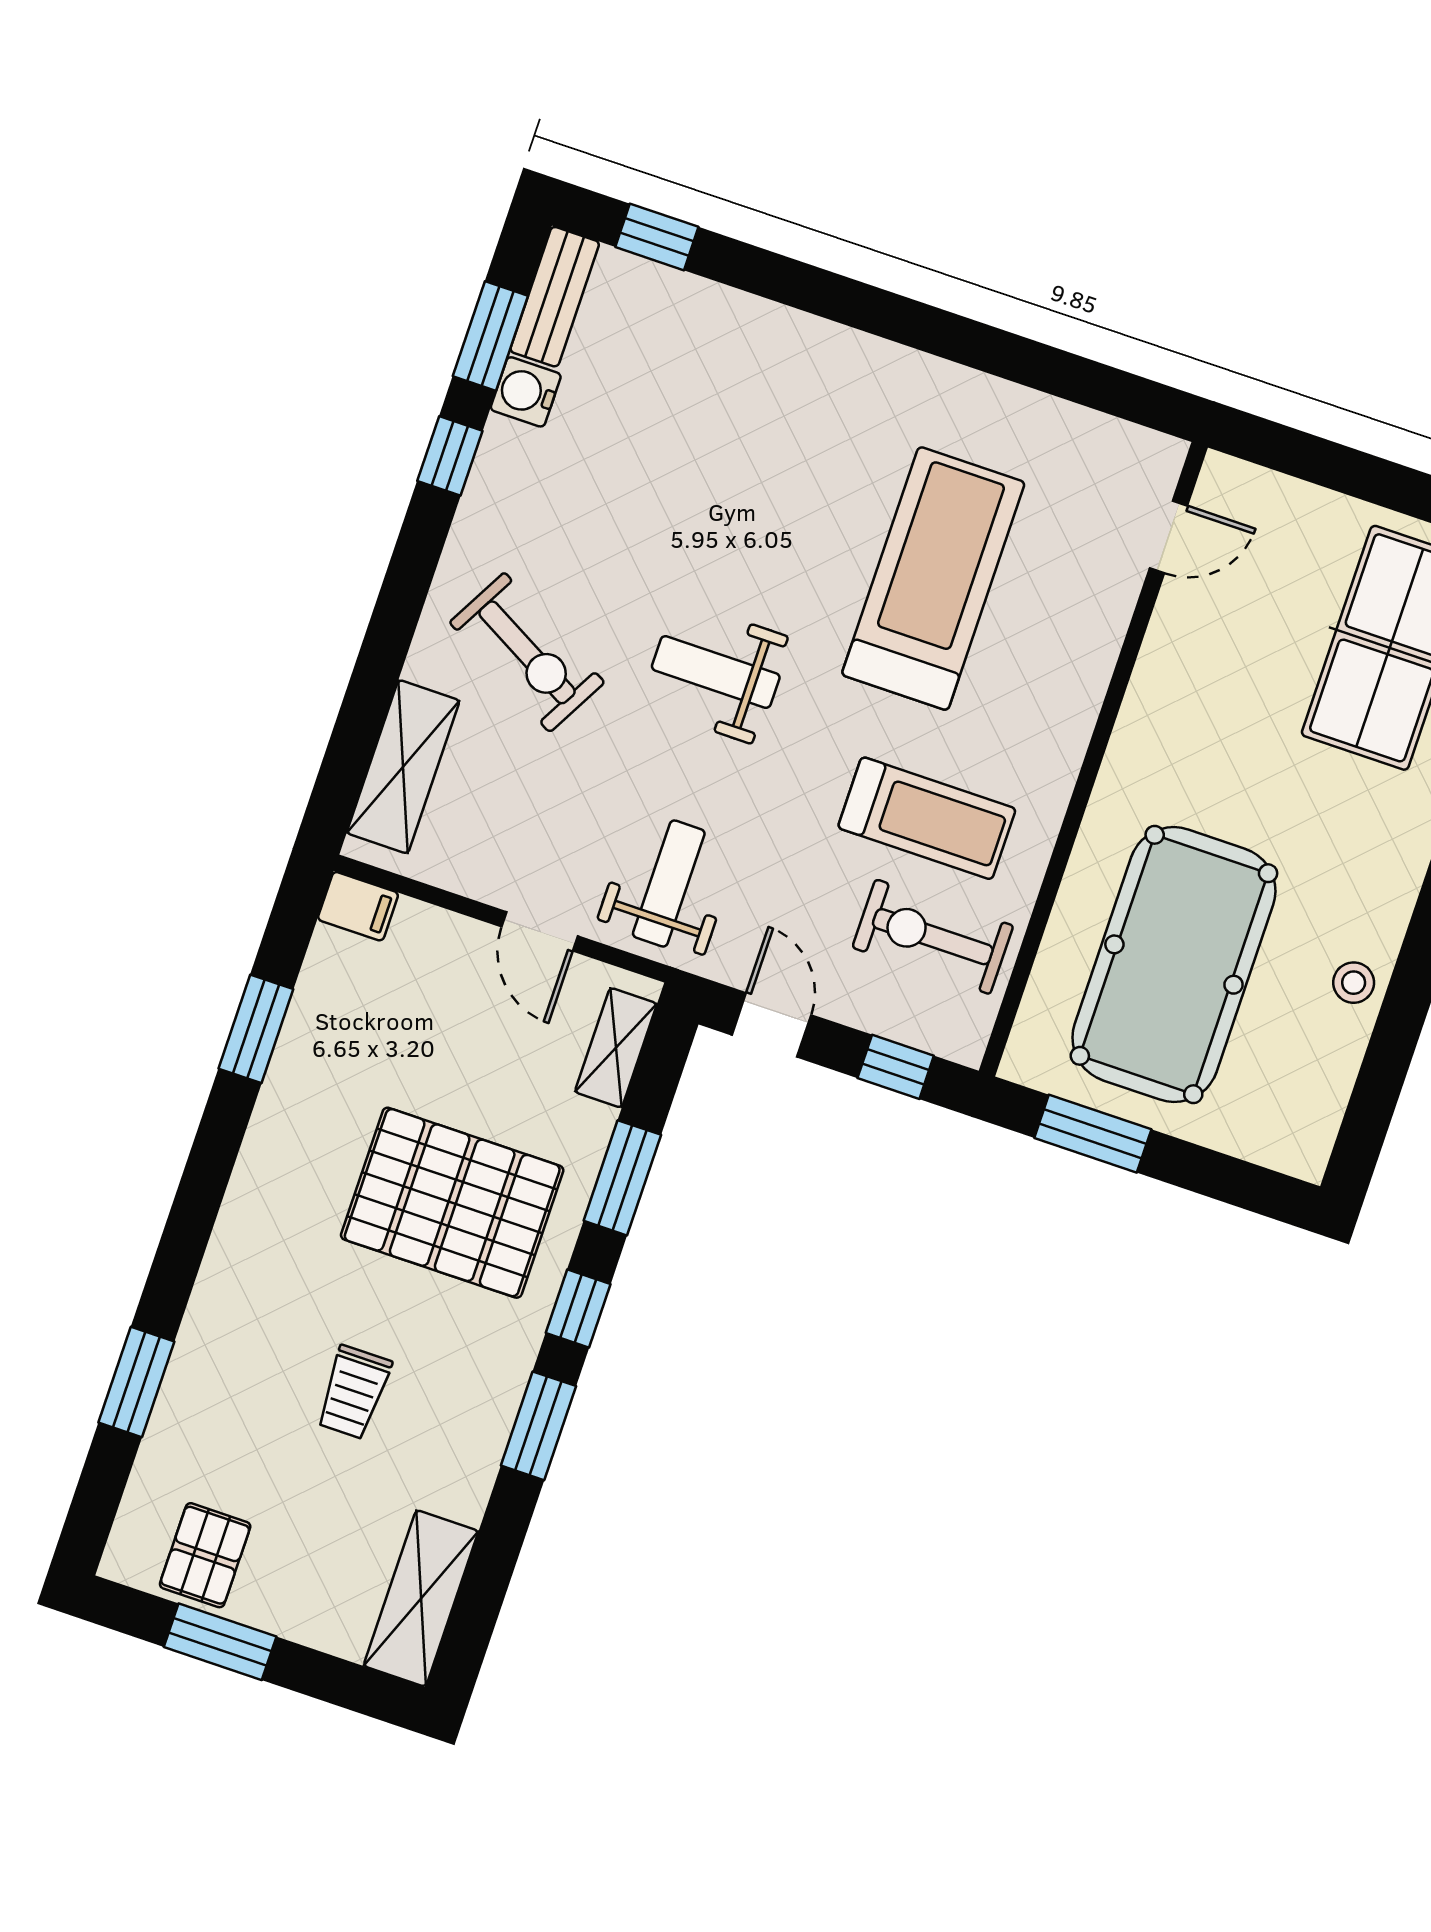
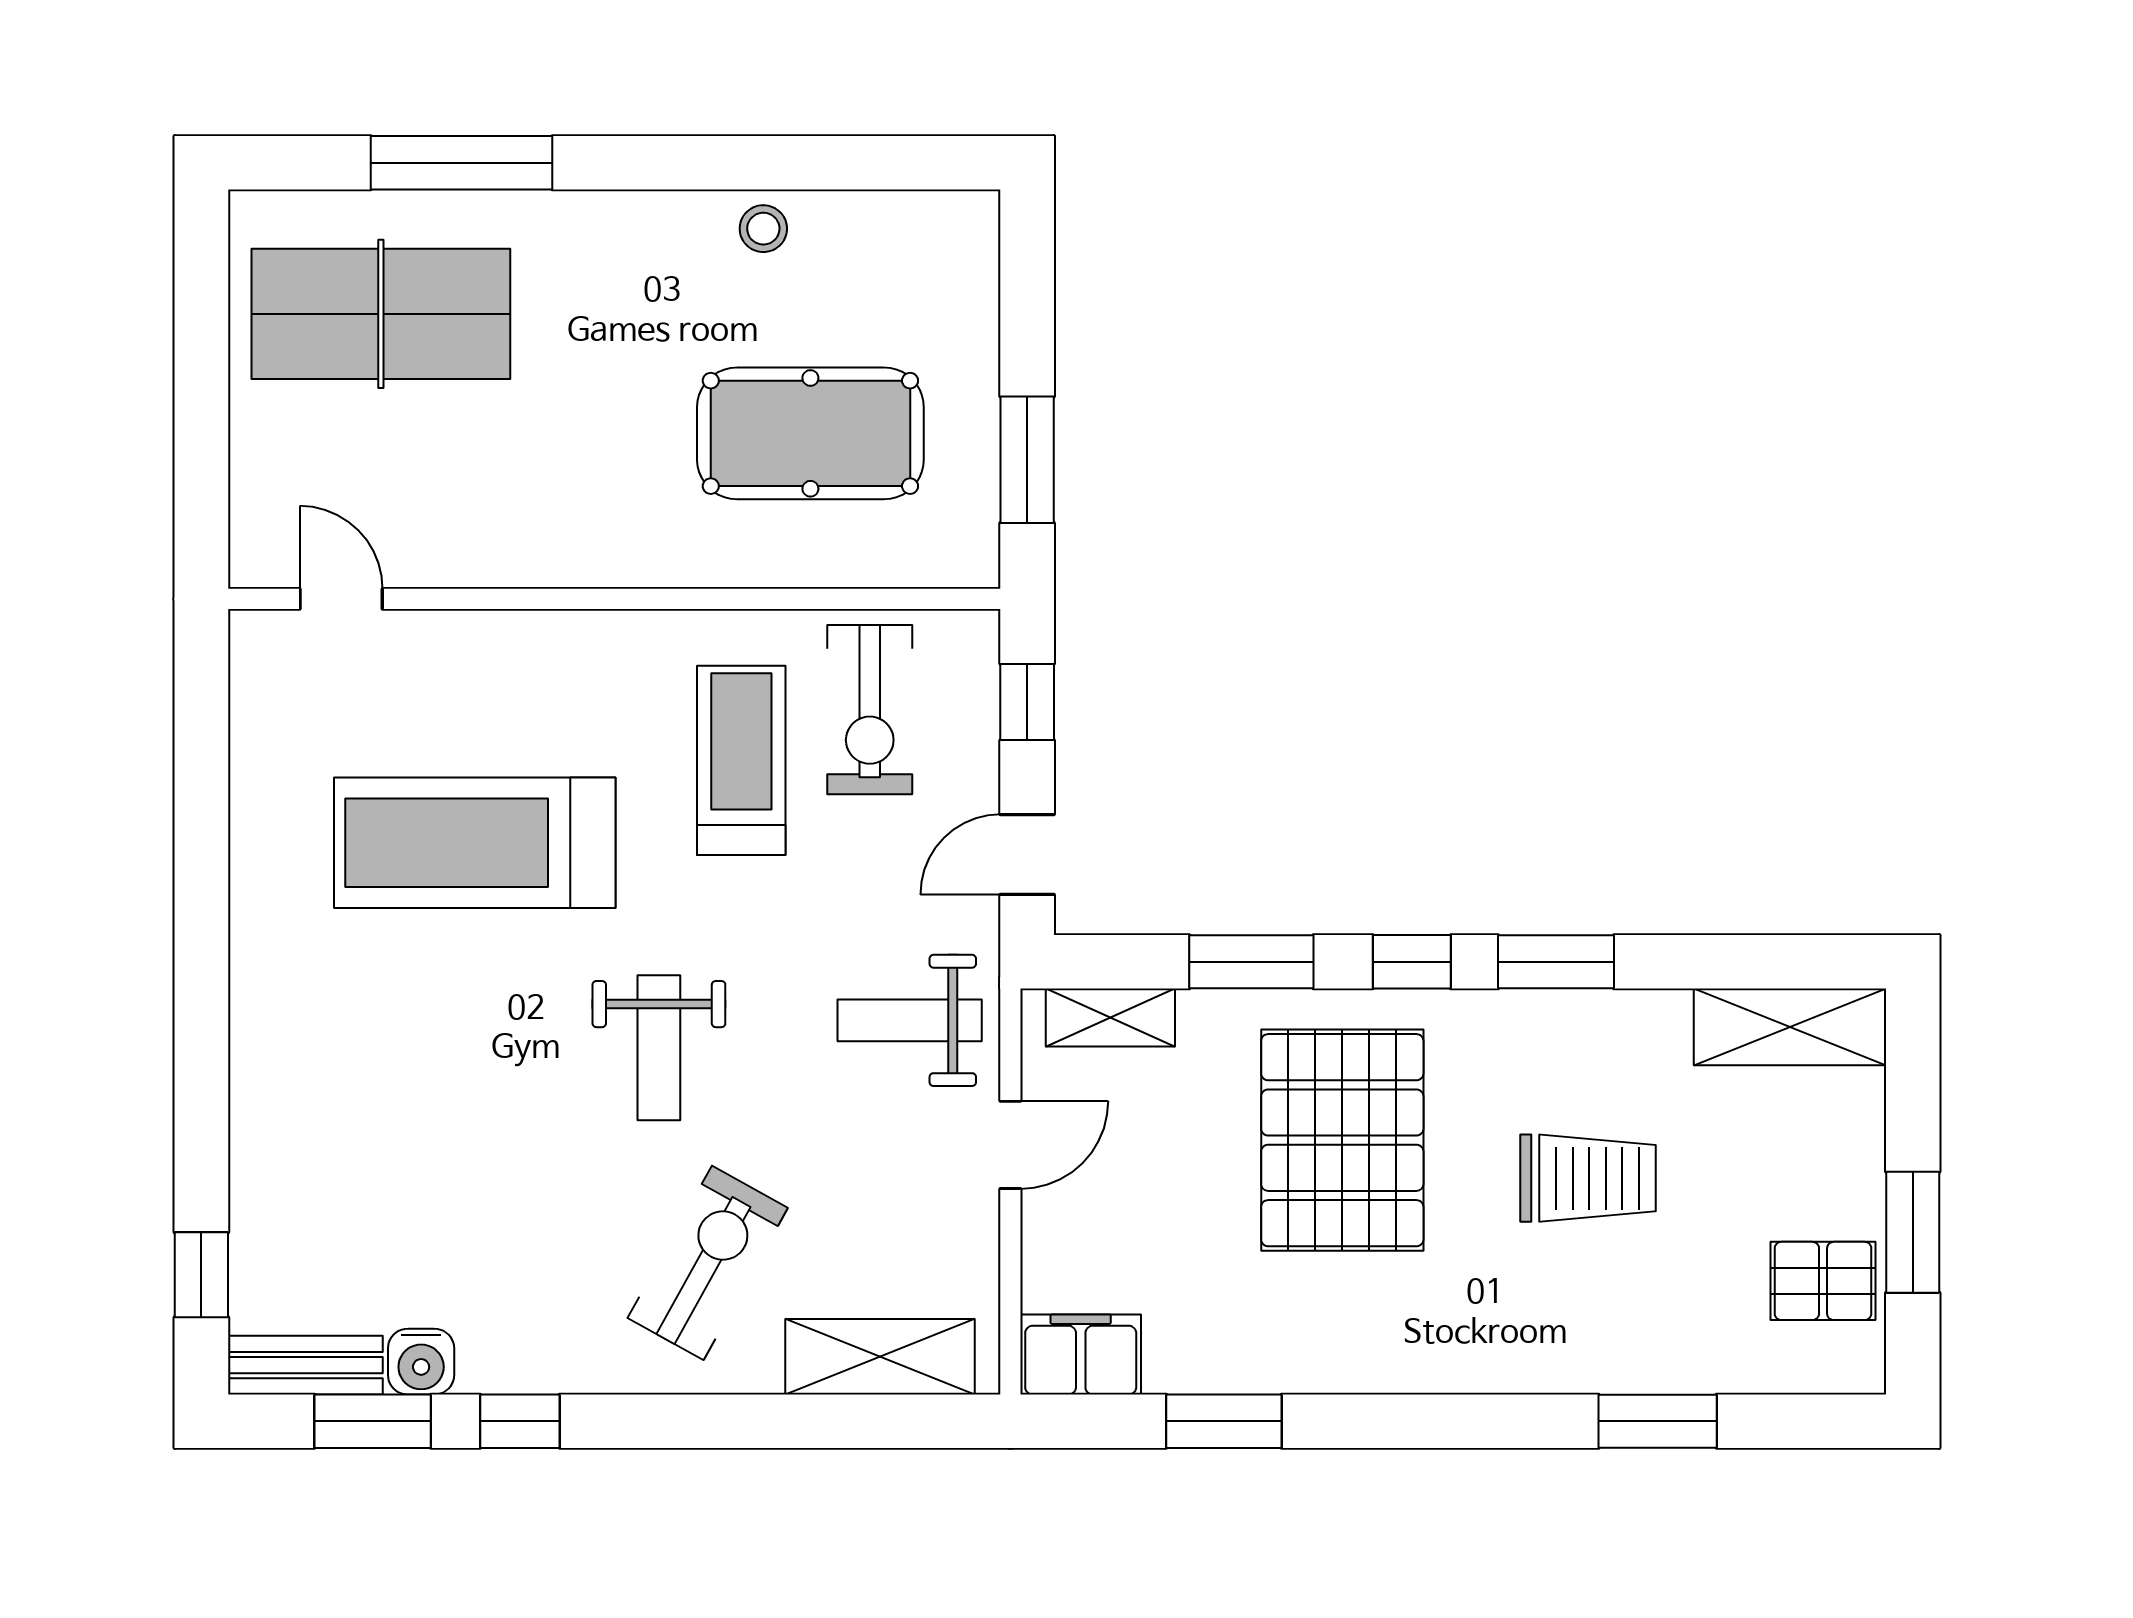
filing cabinet: (358, 906) -> (1081, 1355), width x2.00
pool table: (1174, 965) -> (810, 433), width x0.73, depth x0.76
trolley: (354, 1392) -> (1588, 1178), width x1.36, depth x1.39

